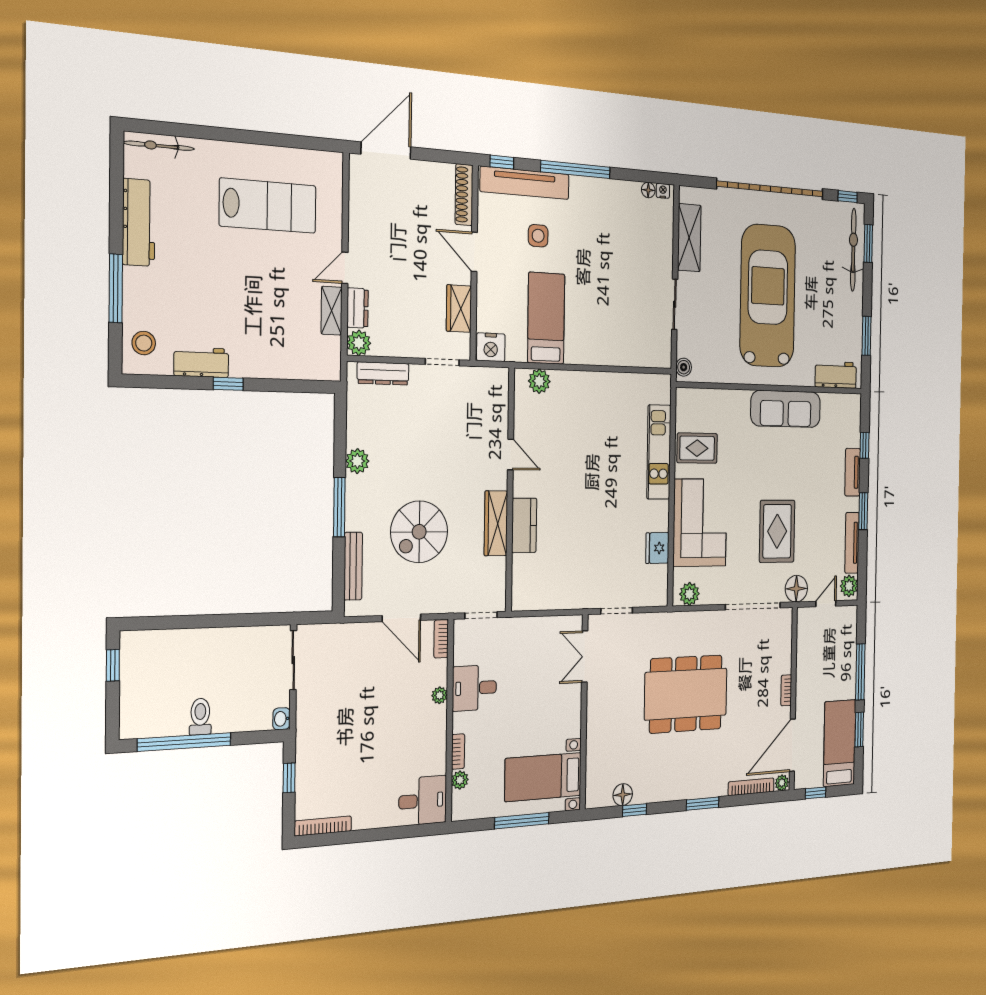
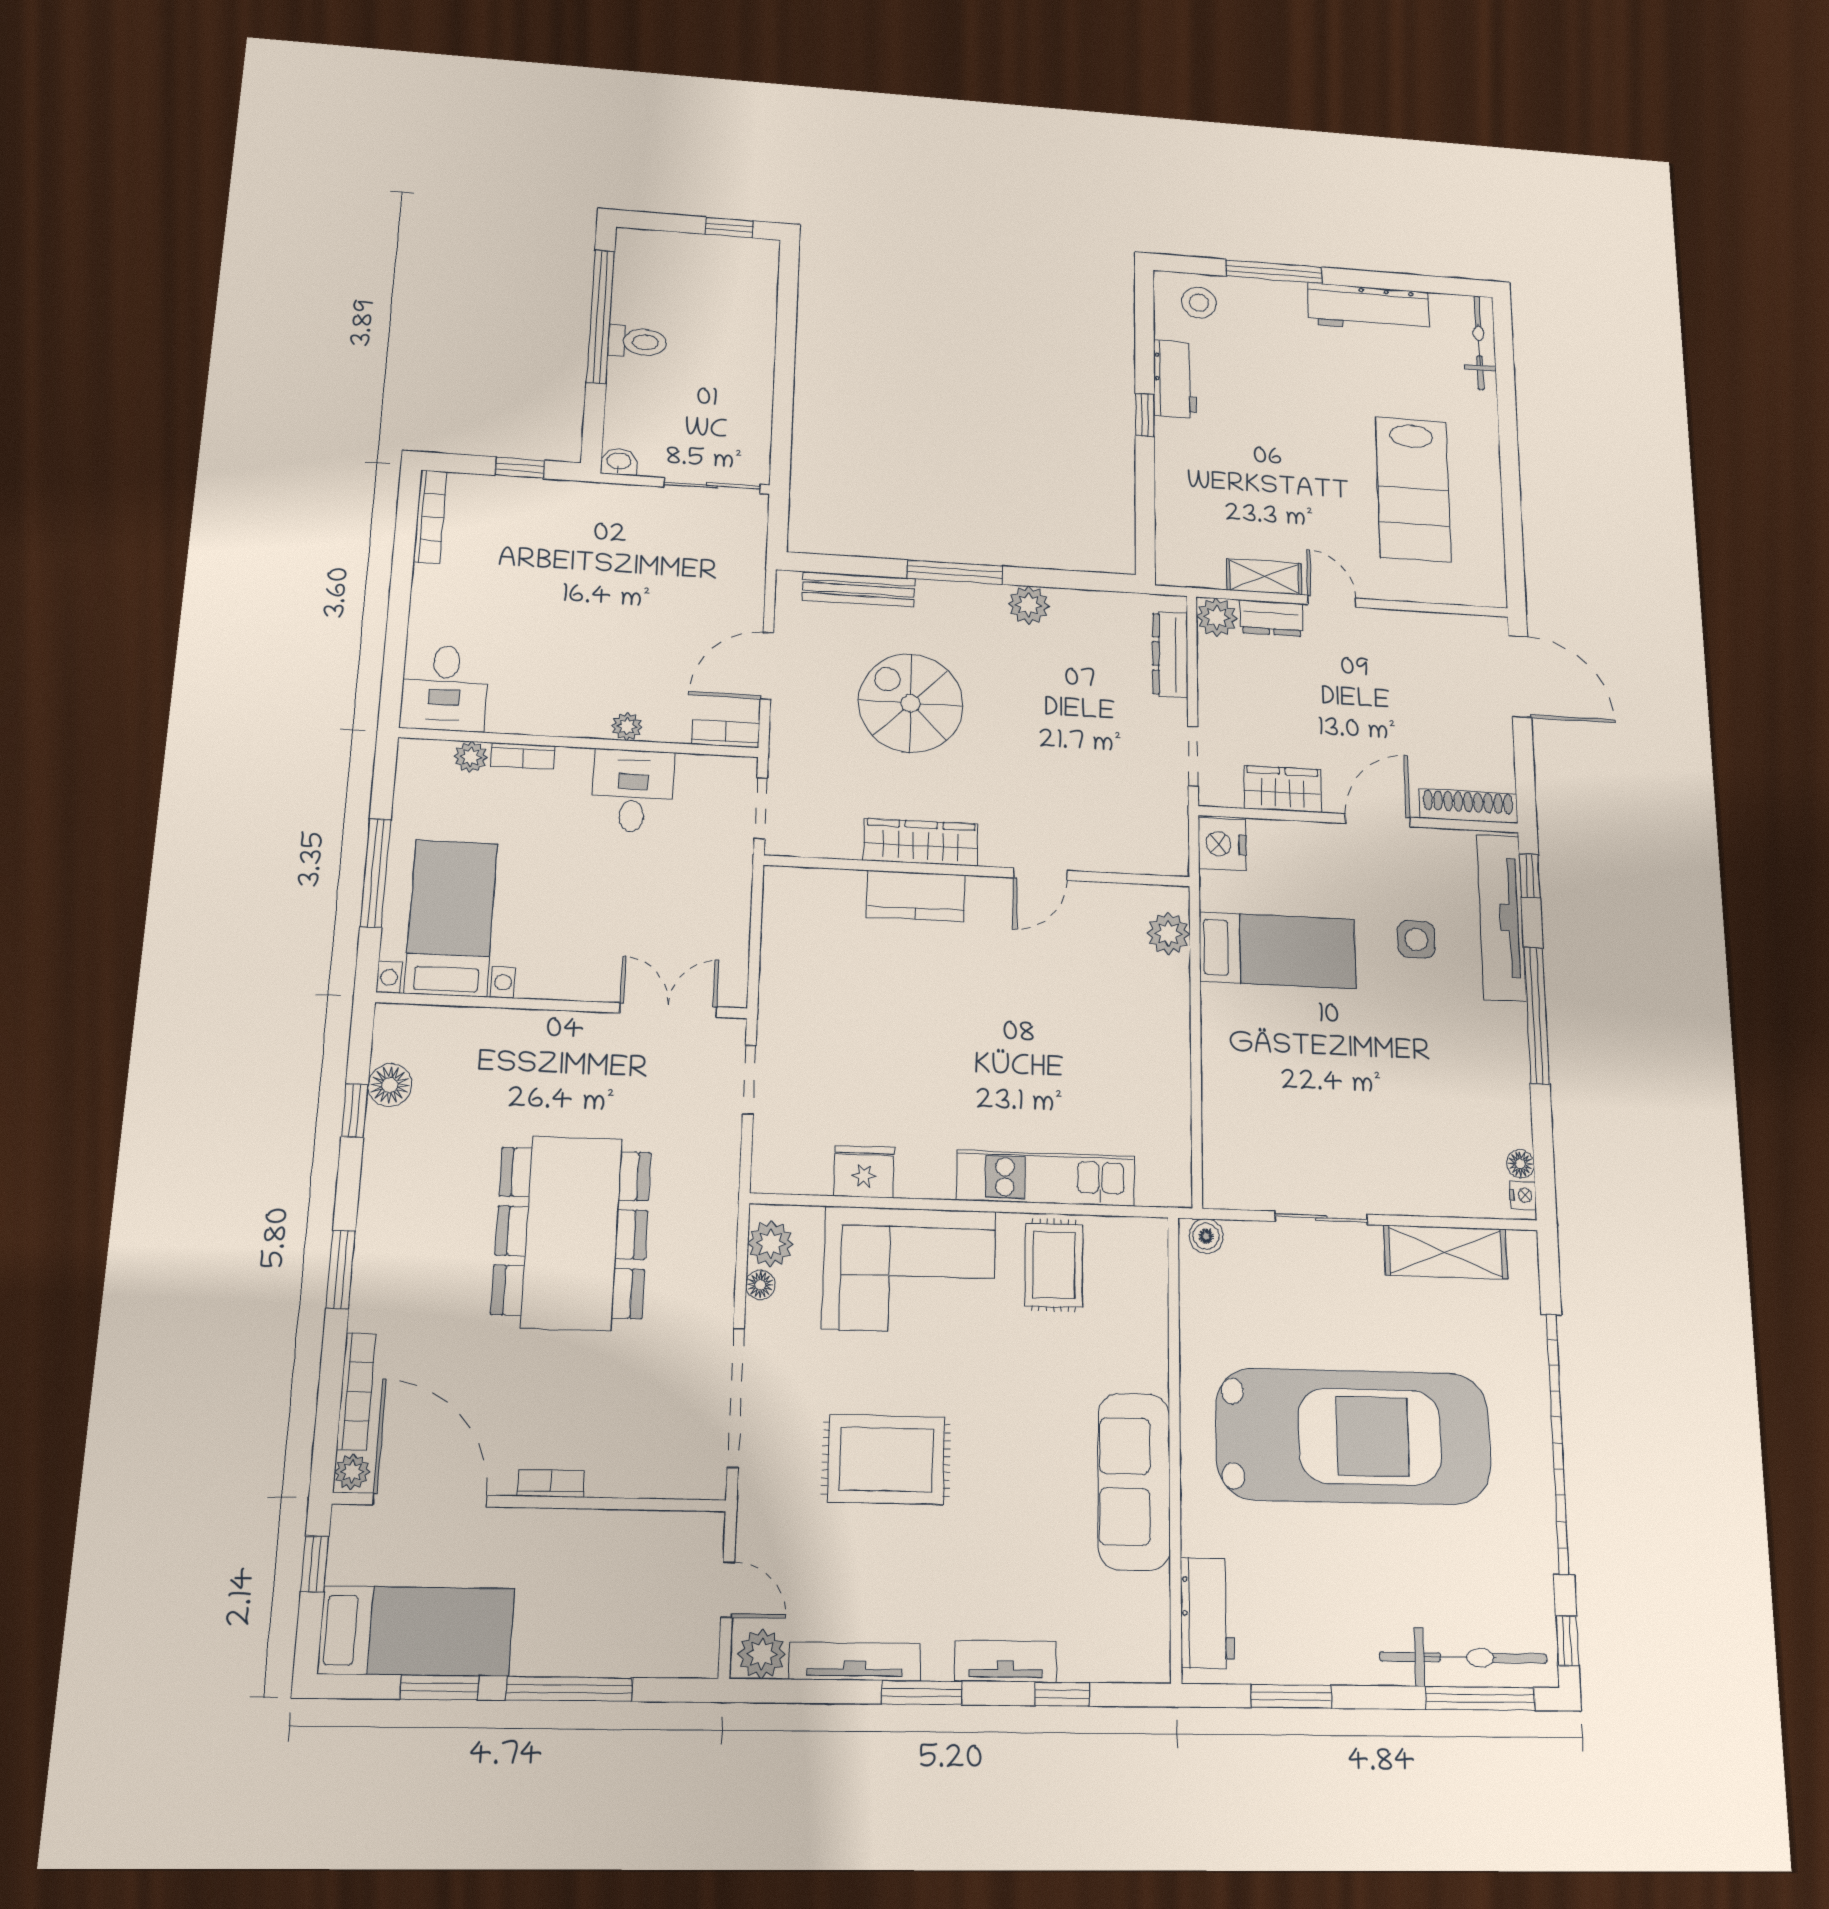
window: (868, 243) -> (1480, 1698), width x1.44
floor lamp: (796, 589) -> (760, 1285), moved, width x0.53, depth x0.53

